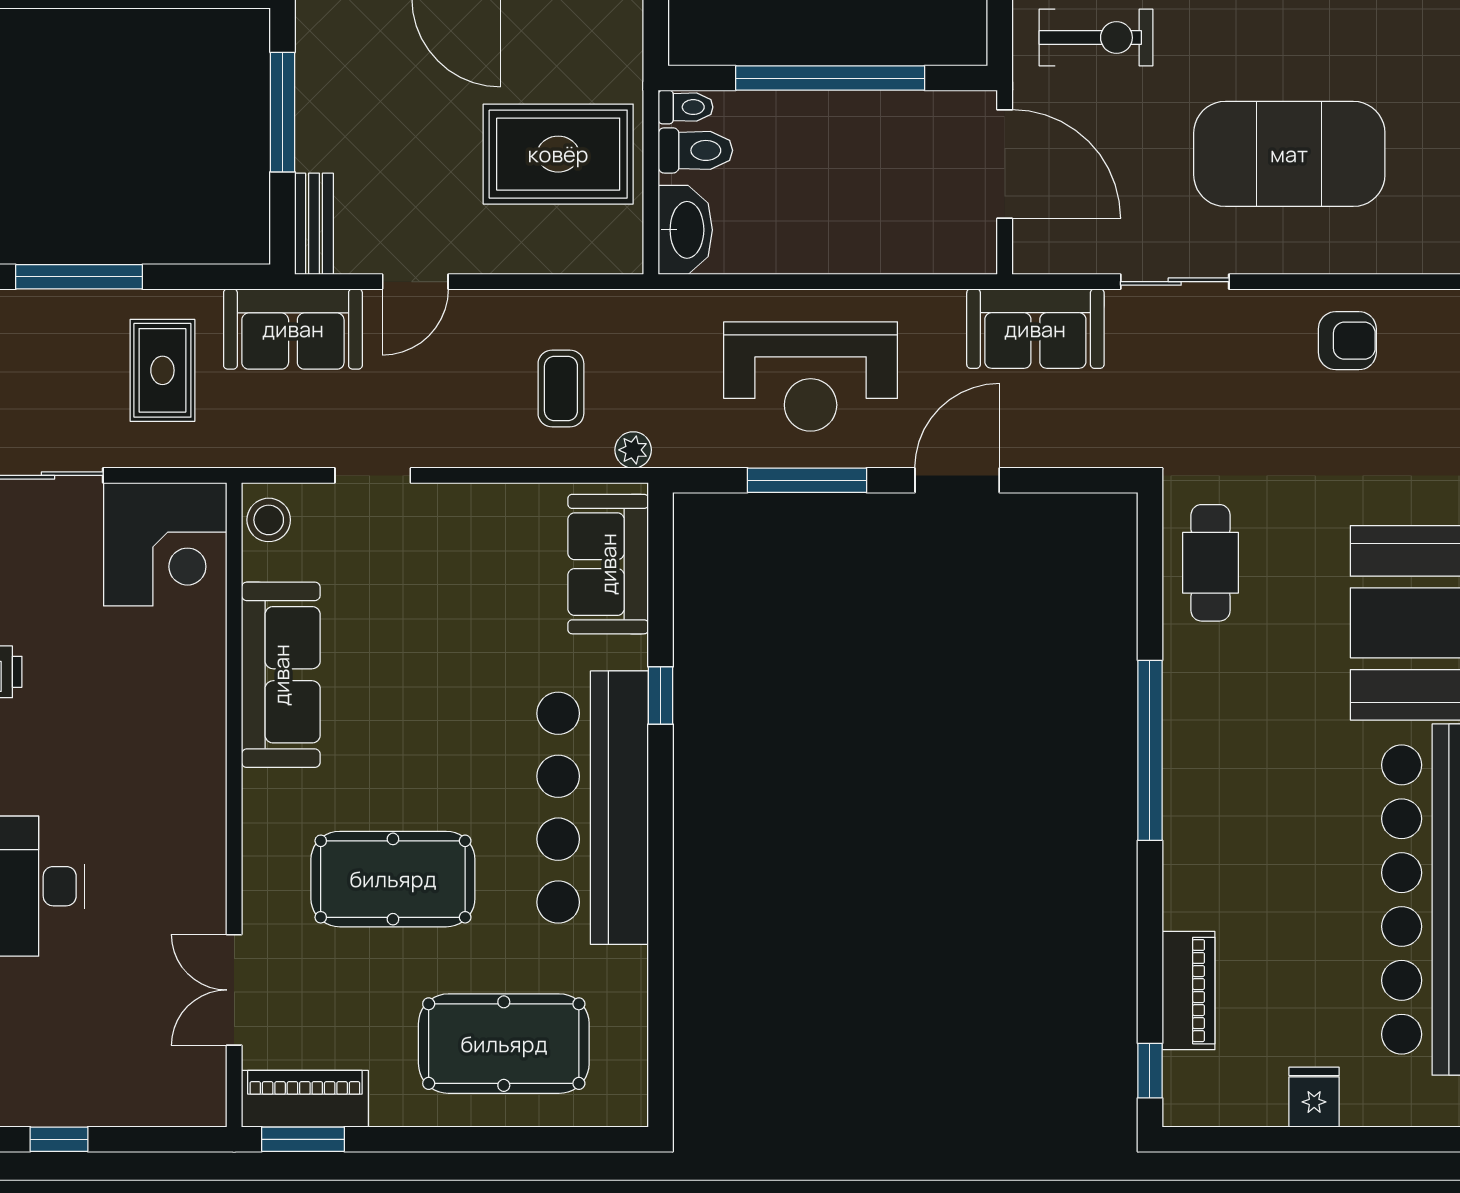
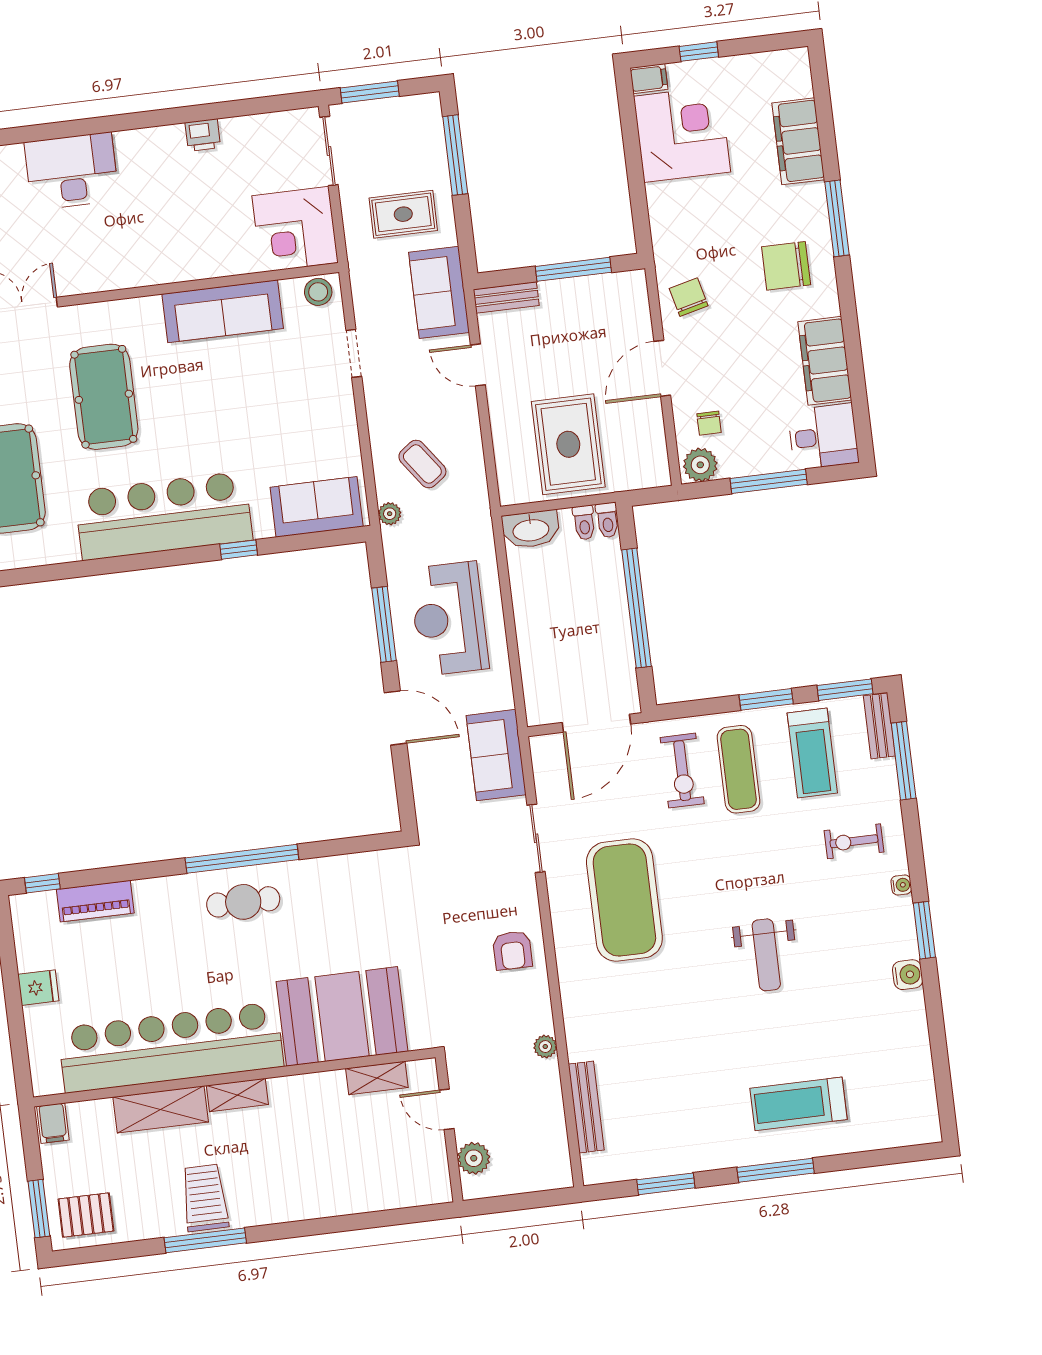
toilet: (695, 150) -> (584, 523), width x0.73, depth x0.72
coffee table: (561, 389) -> (422, 464), turned 54
cafe table: (1211, 563) -> (243, 902), moved

